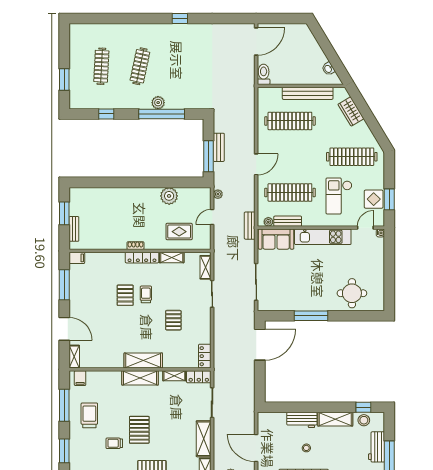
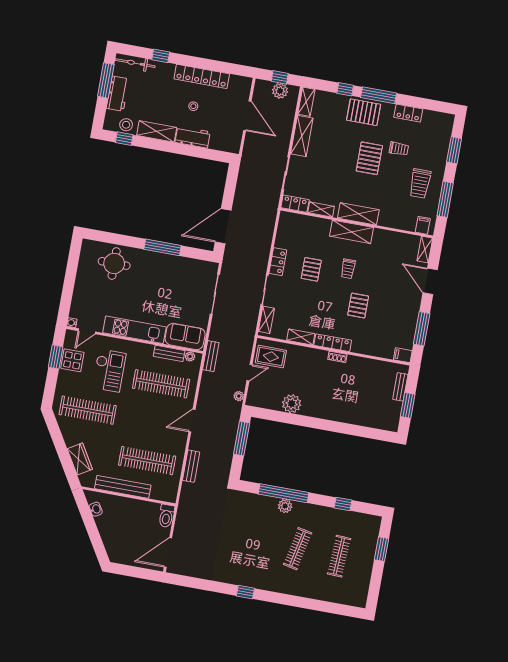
bench: (219, 147) -> (191, 466), moved
rug: (179, 232) -> (271, 357), moved
trolley: (146, 294) -> (348, 269), moved
locker: (205, 356) -> (278, 262), moved

